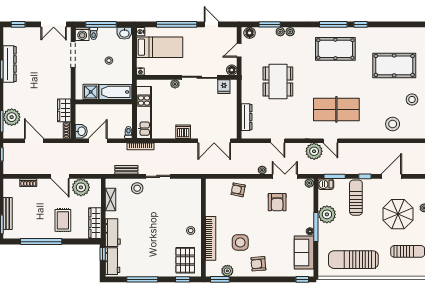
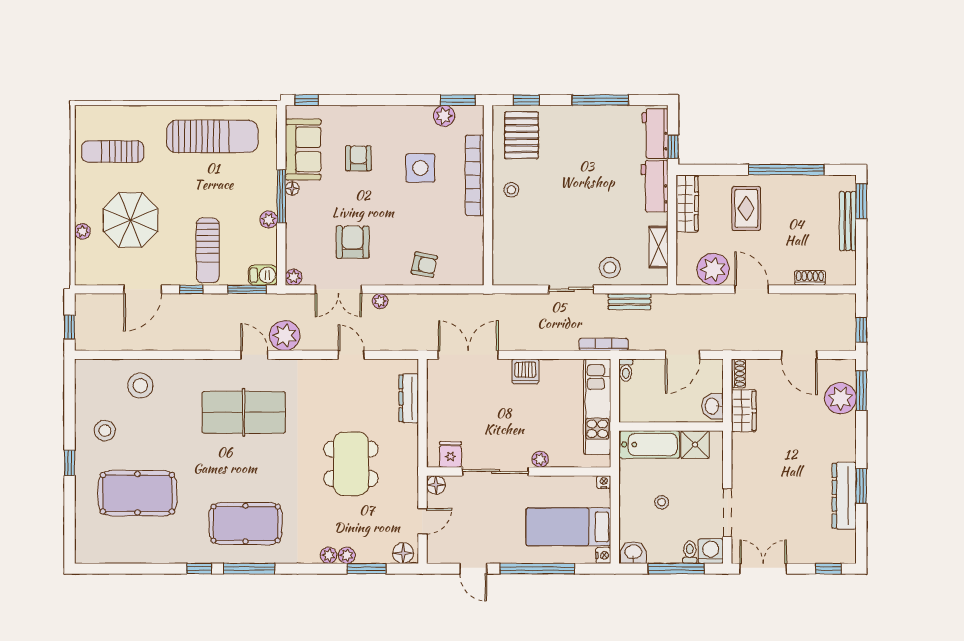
washbasin: (81, 131) -> (713, 406), moved
plant: (327, 214) -> (269, 220), width x0.53, depth x0.53
armchair: (258, 264) -> (358, 158), moved, turned -85

